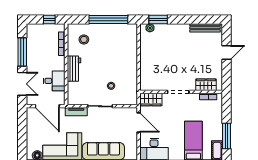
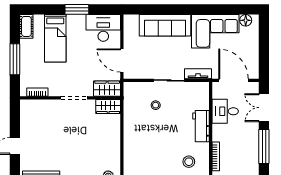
wardrobe: (206, 85) -> (108, 106), moved
window: (227, 136) -> (15, 59), moved

